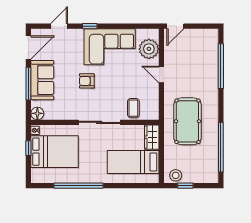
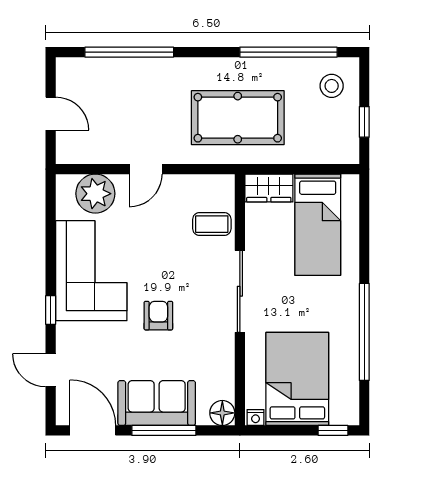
door: (175, 26) -> (51, 114), moved
armchair: (87, 81) -> (158, 316), turned 180
window: (28, 148) -> (333, 430), moved
stool: (176, 175) -> (332, 86), moved

